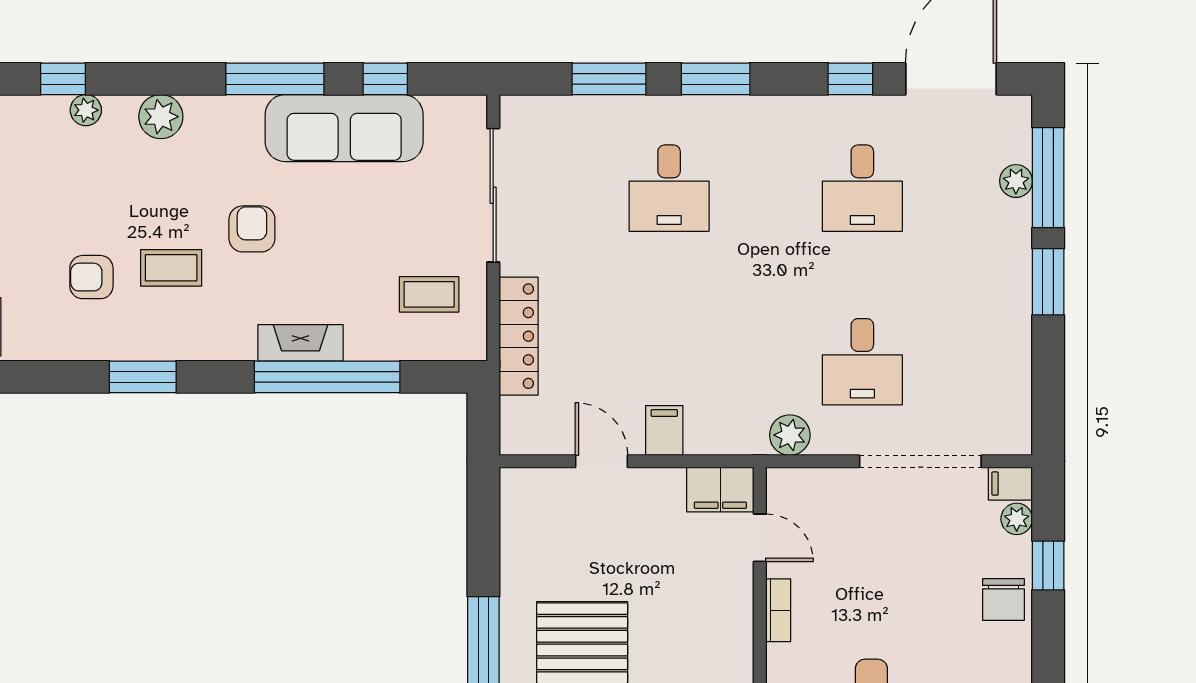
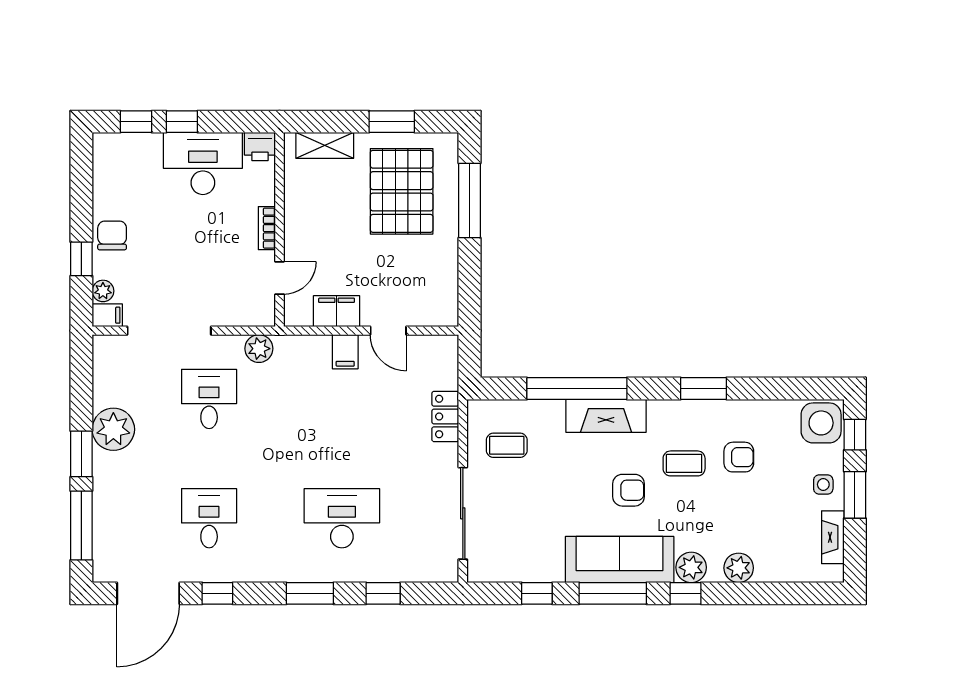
window: (63, 79) -> (686, 593), moved
window: (609, 79) -> (383, 593), width x0.67
plant: (86, 110) -> (739, 568), width x1.38, depth x1.38
sofa: (344, 128) -> (620, 559), moved
plant: (1016, 181) -> (113, 429), moved, width x1.87, depth x1.87
desk: (669, 188) -> (342, 518), width x1.37
armchair: (252, 229) -> (629, 490), turned -90
locker: (519, 336) -> (445, 416), width x0.66
fireplace: (301, 343) -> (606, 416), width x1.37, depth x1.32
filing cabinet: (720, 490) -> (337, 311), moved
door: (760, 538) -> (280, 278), swing flipped

